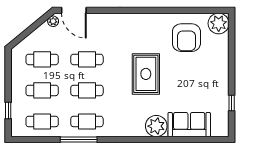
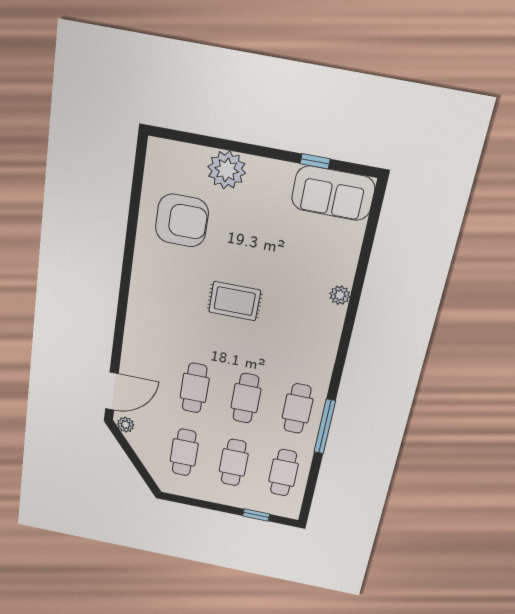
plant: (219, 23) -> (227, 170), moved
rug: (146, 74) -> (235, 301), width x0.73, depth x0.70
sofa: (189, 125) -> (333, 193), moved, turned -90
plant: (156, 126) -> (340, 295), width x0.53, depth x0.53

